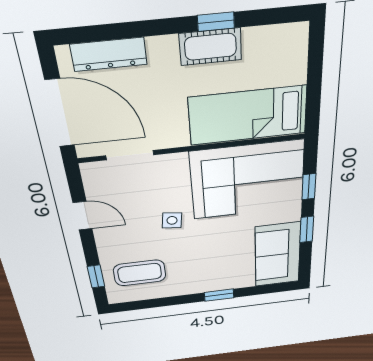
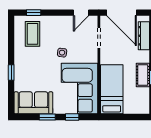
door: (60, 113) -> (122, 13), hinge flipped
door: (83, 216) -> (81, 13), moved

